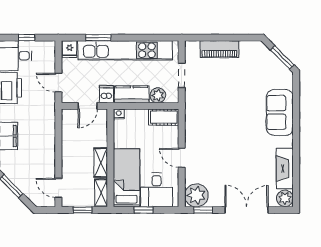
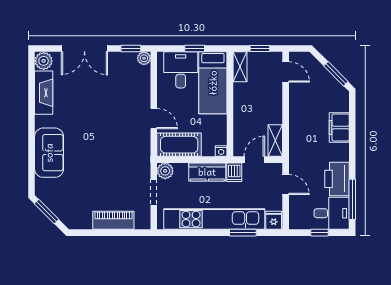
plant: (158, 95) -> (165, 171), moved
cot: (164, 117) -> (179, 145), width x1.37, depth x1.34
door: (182, 158) -> (154, 119), moved
shelving: (101, 163) -> (275, 140), moved
plant: (196, 195) -> (144, 58), width x0.53, depth x0.53

